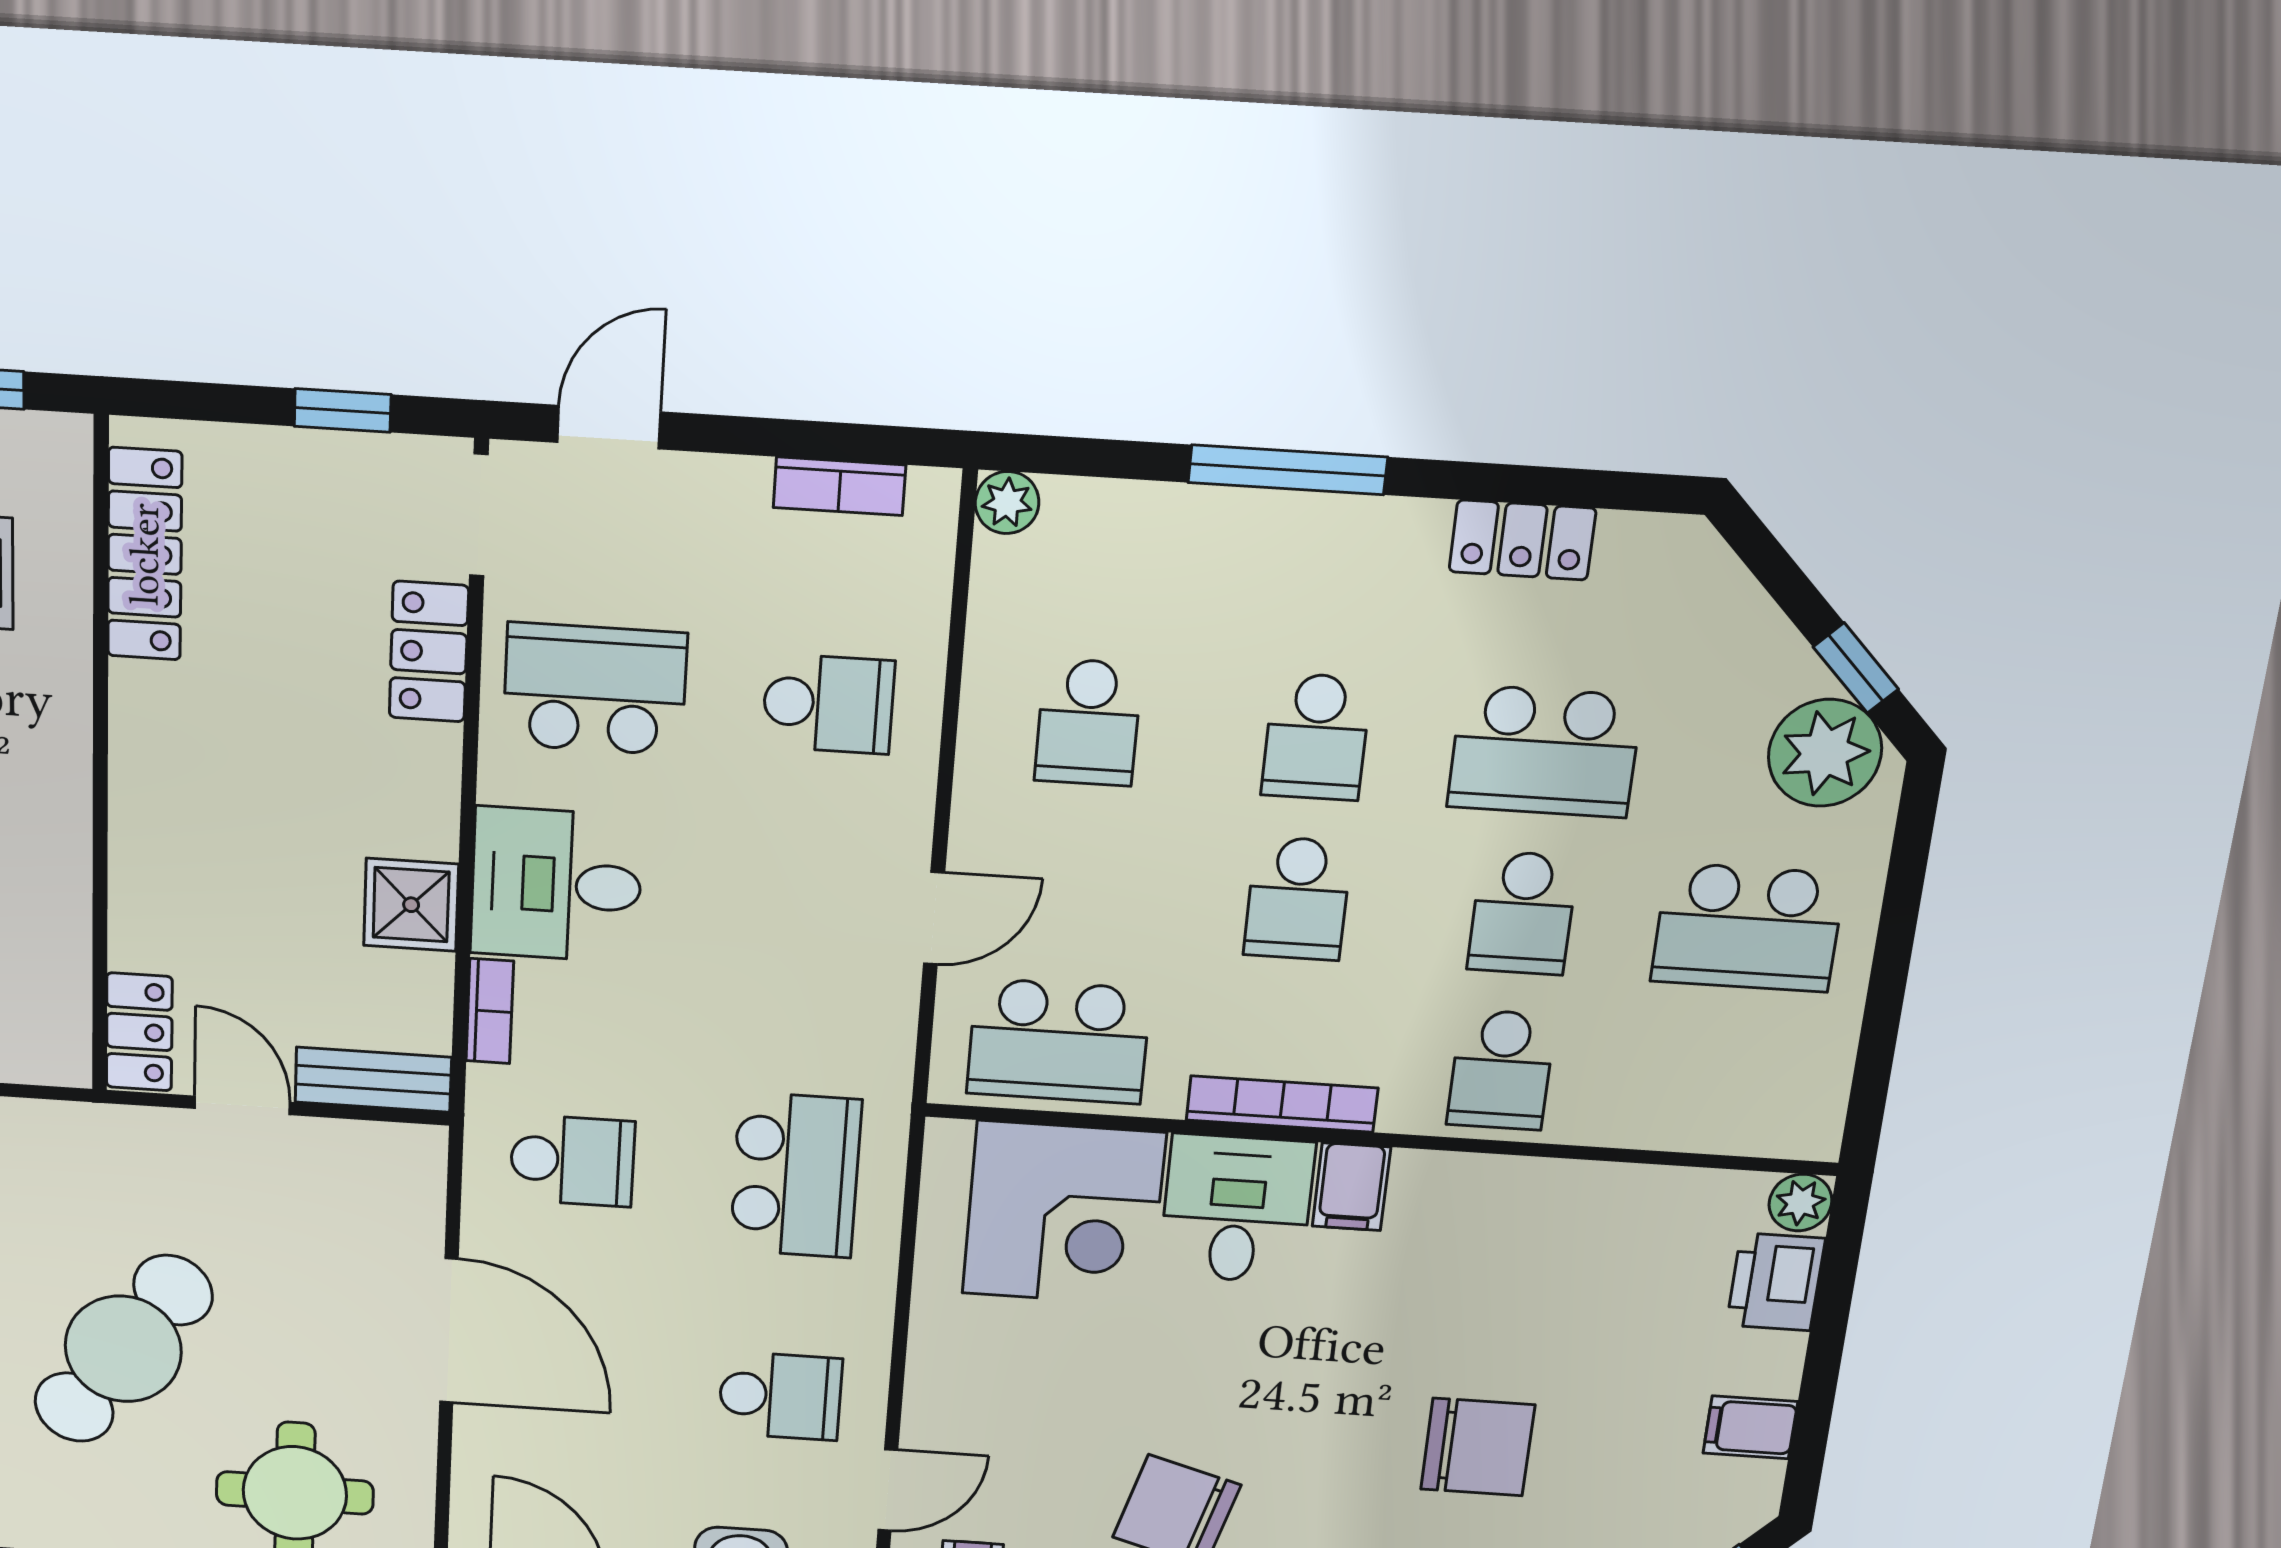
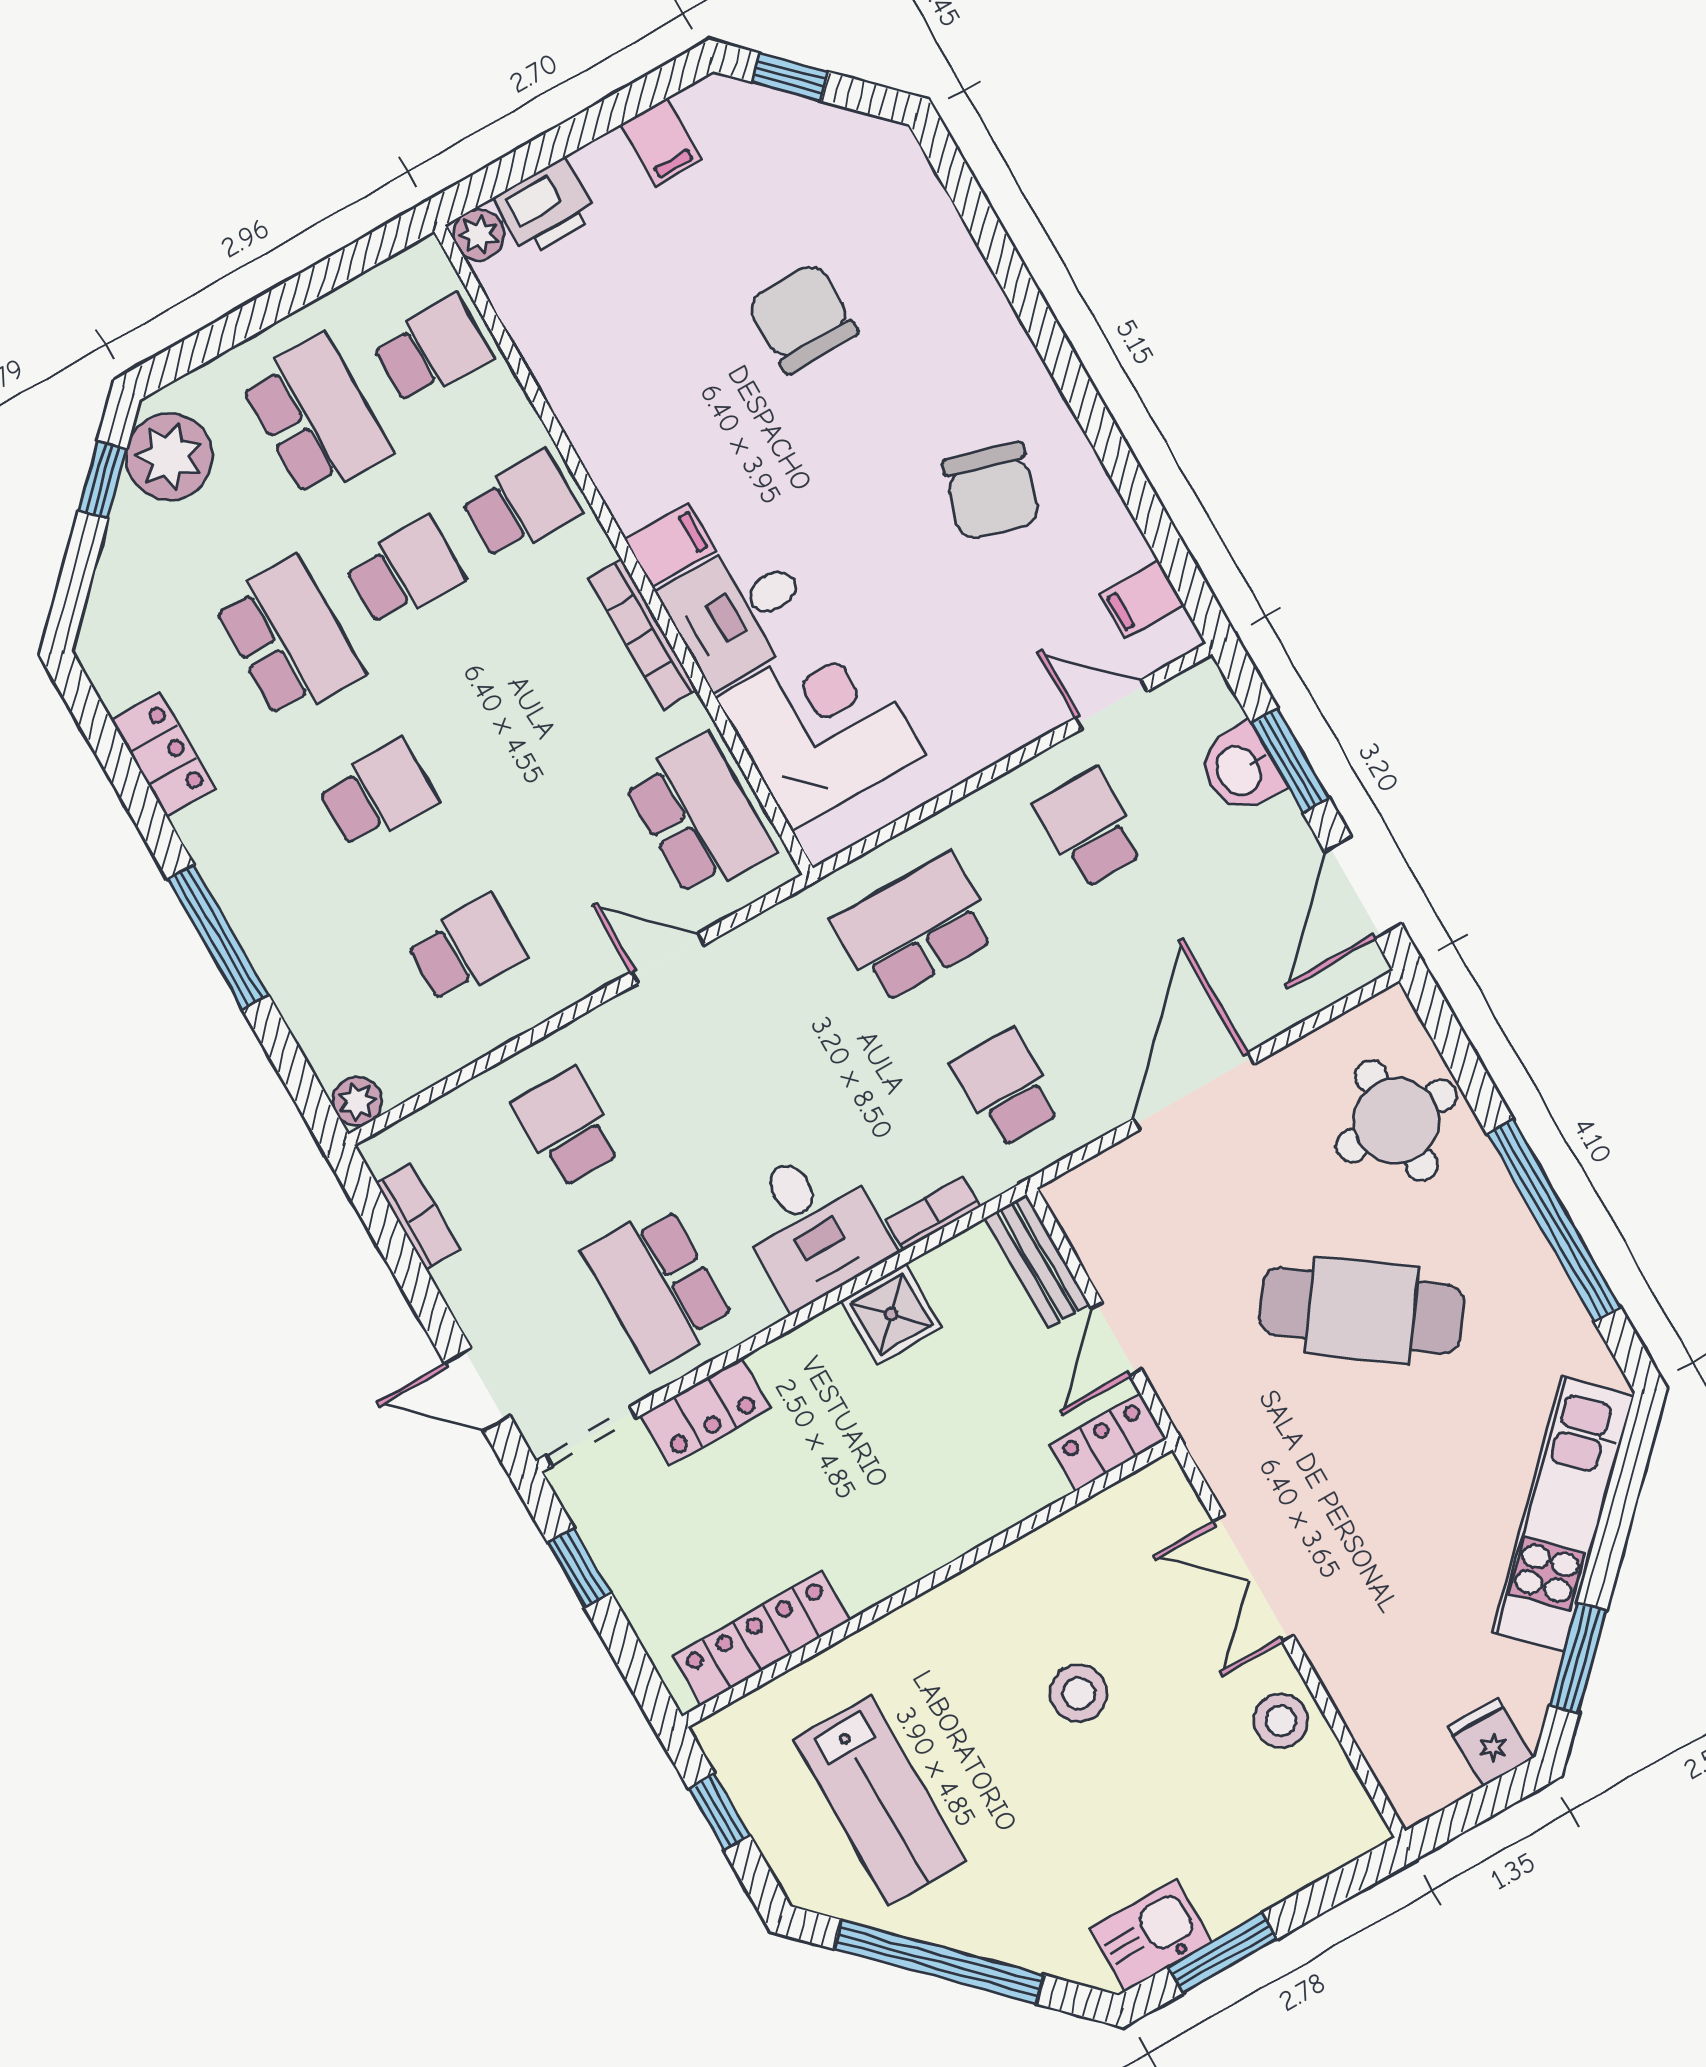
school desk: (1298, 899) -> (432, 350), moved

